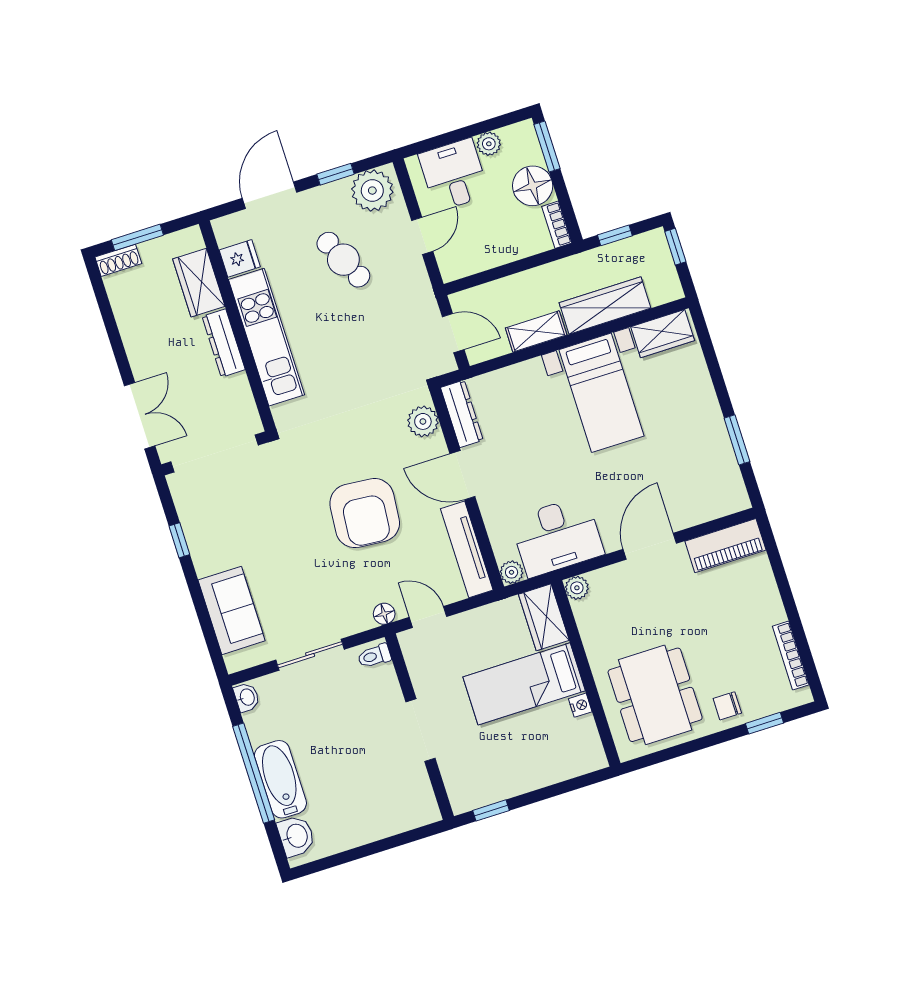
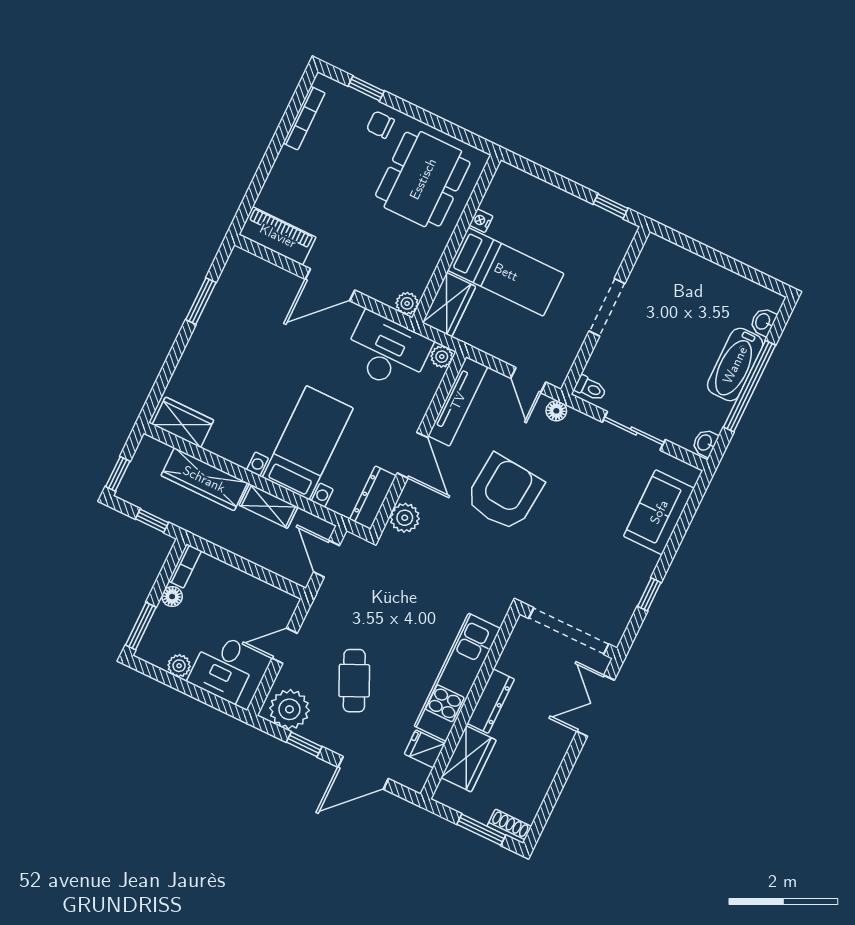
floor lamp: (533, 186) -> (172, 597), width x0.53, depth x0.53
bed with nightstands: (601, 393) -> (308, 443), moved
chair: (727, 706) -> (380, 125), turned 180
washbasin: (296, 836) -> (763, 322), width x0.72, depth x0.69

